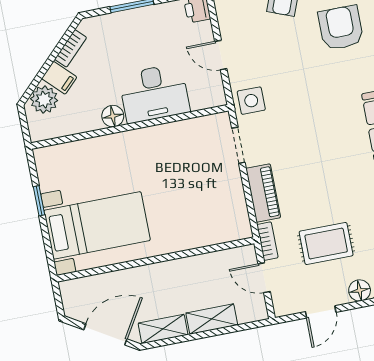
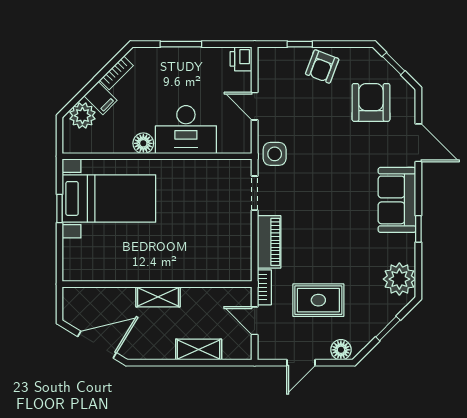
bed with nightstands: (97, 225) -> (109, 198), moved
shelving: (163, 329) -> (158, 297), moved

